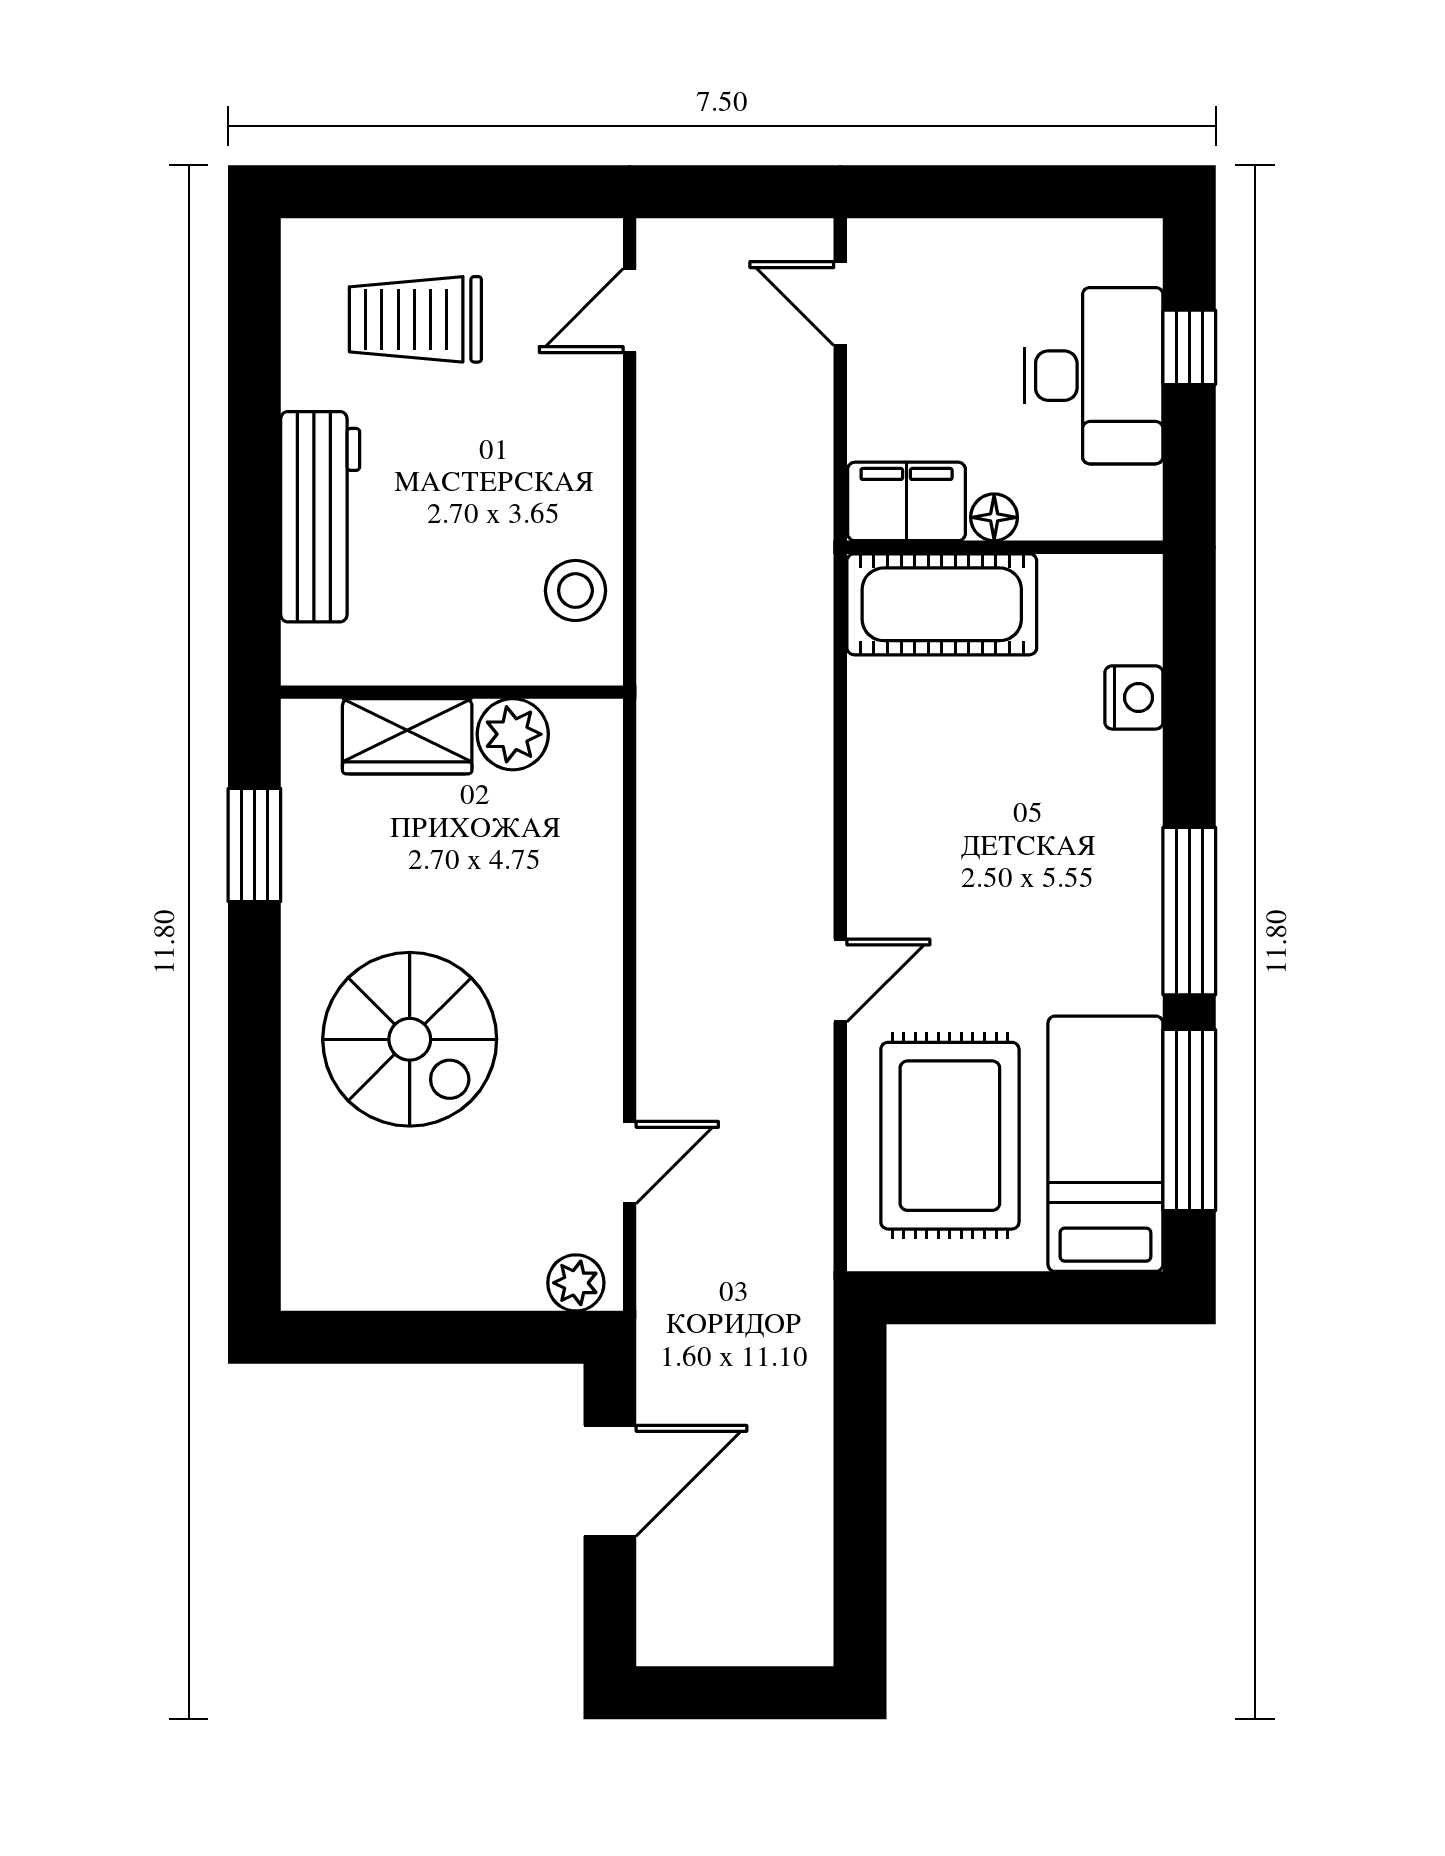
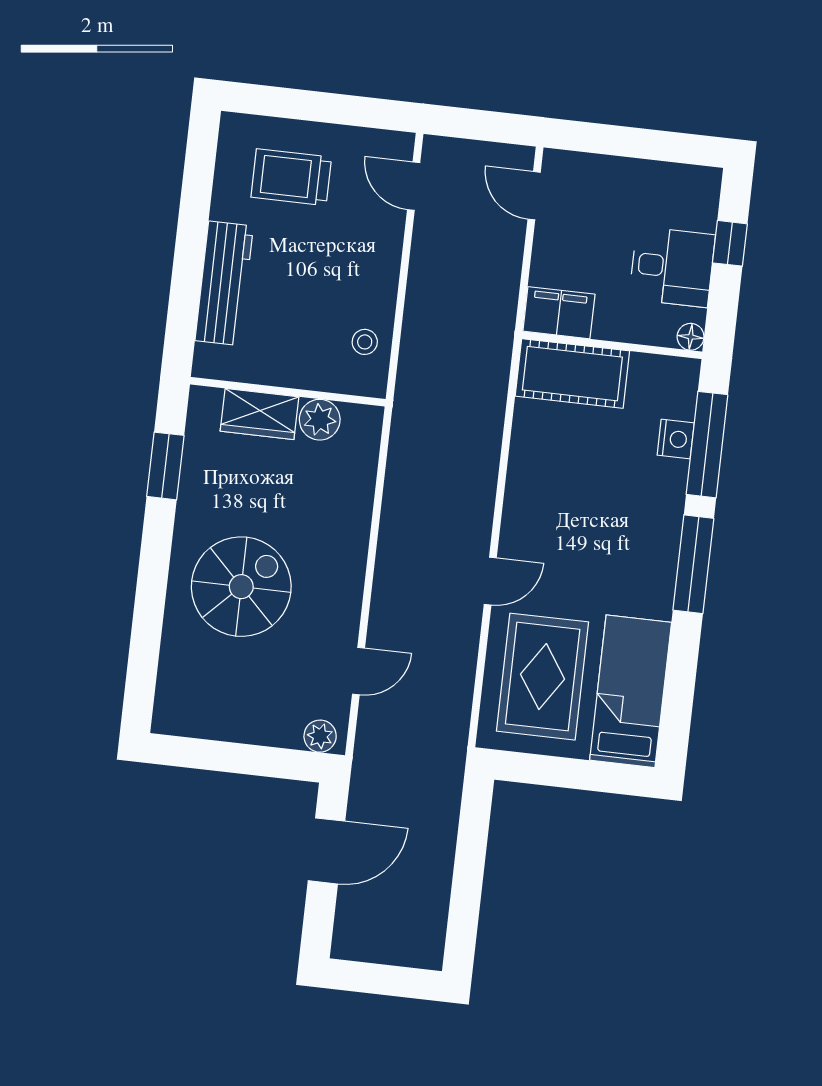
door: (630, 311) -> (414, 186), hinge flipped
desk: (1094, 376) -> (672, 267), width x0.73
floor lamp: (994, 517) -> (691, 337), moved
stool: (575, 591) -> (365, 342), width x0.73, depth x0.73
spiral stairs: (410, 1039) -> (241, 587), turned -90
window: (1189, 1120) -> (707, 445), moved

